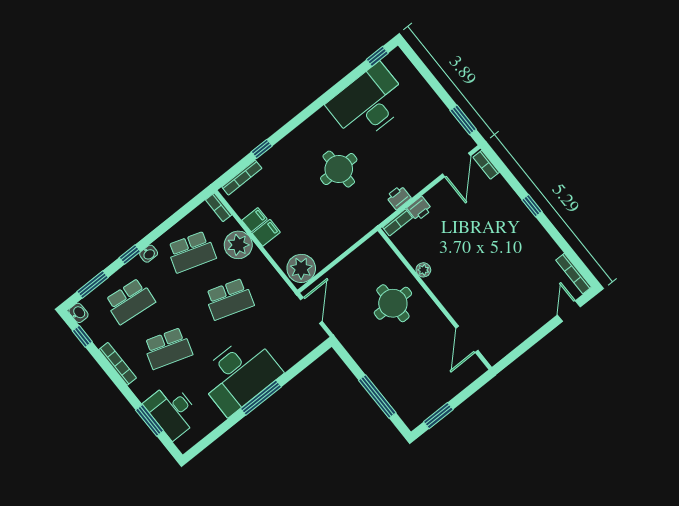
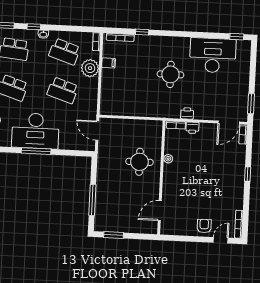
filing cabinet: (266, 233) -> (109, 74), removed
plant: (301, 268) -> (110, 106), removed
door: (311, 310) -> (97, 131), swing flipped
armchair: (535, 311) -> (204, 226), added

